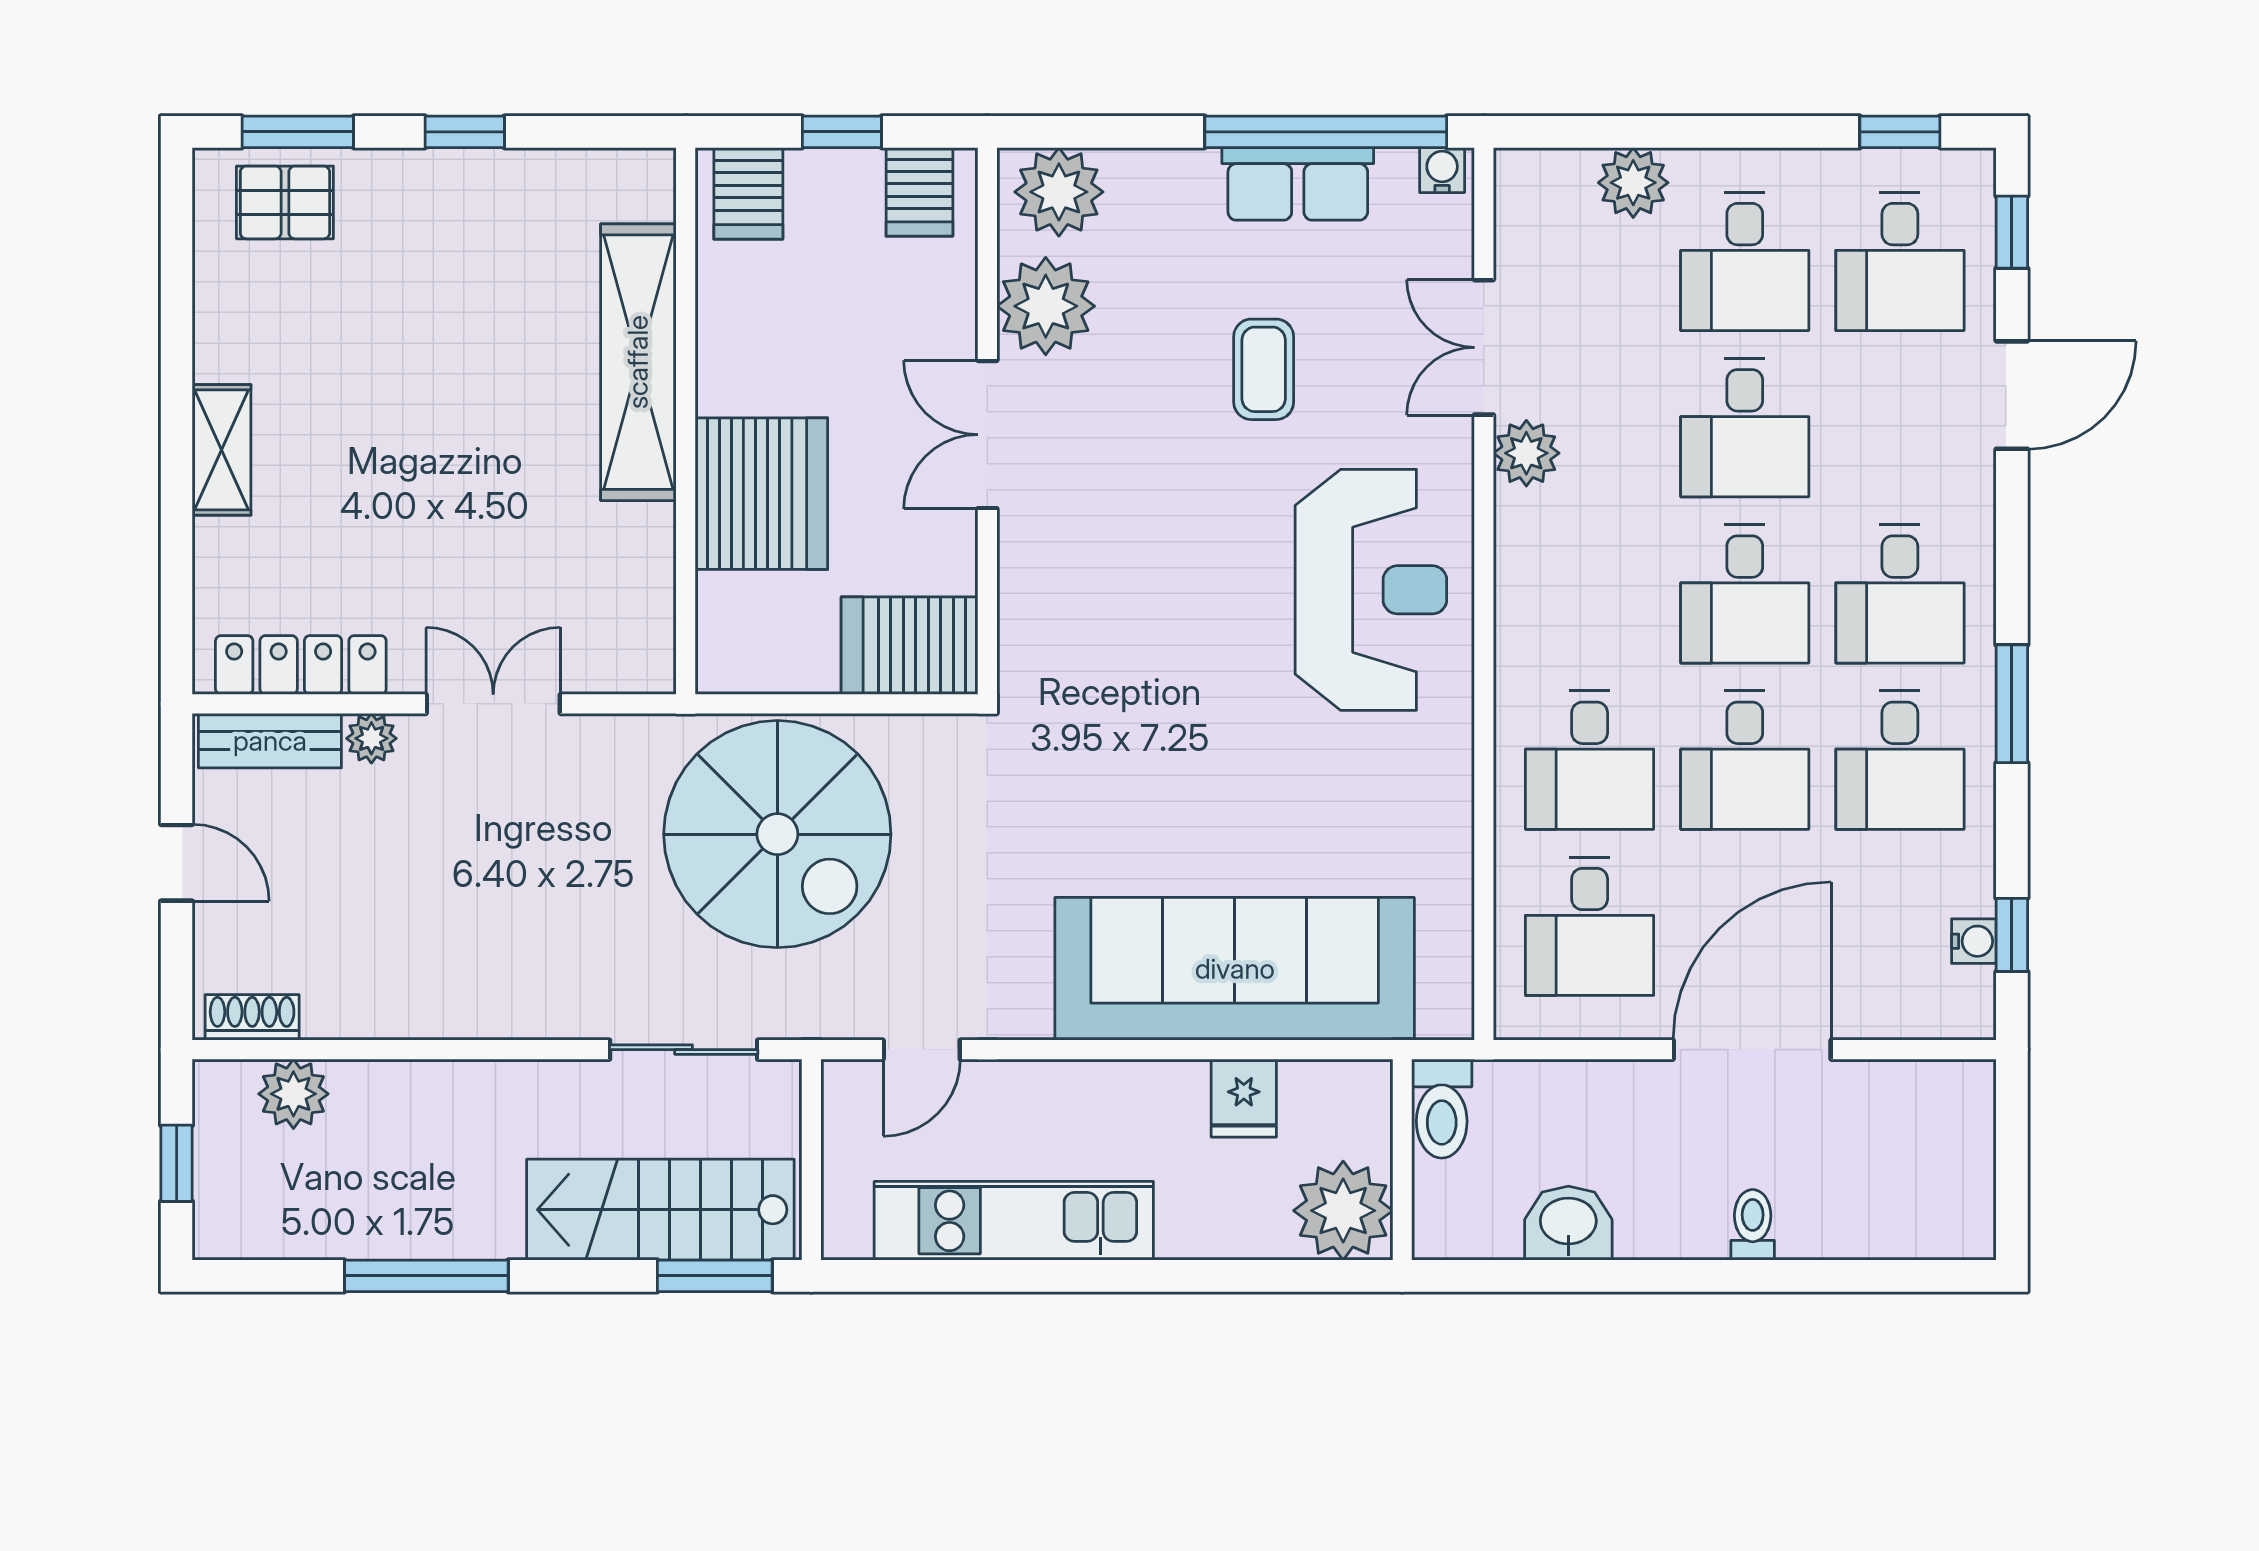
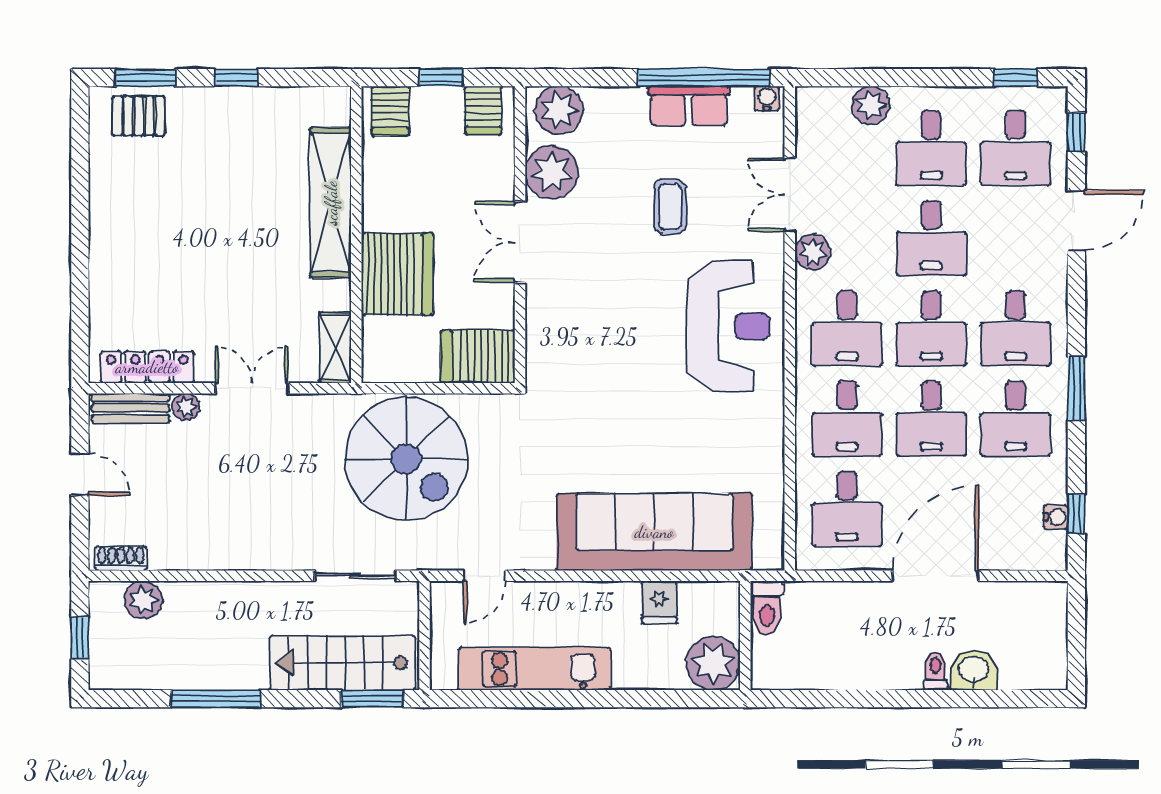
shelving: (222, 450) -> (335, 348), moved
desk: (1590, 594) -> (847, 328), added
washbasin: (1568, 1223) -> (974, 670), moved

